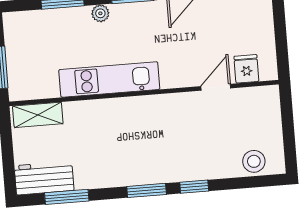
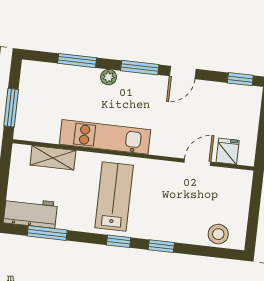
shelving: (38, 115) -> (53, 158), moved
lab bench: (132, 143) -> (114, 196), added
window: (147, 190) -> (119, 241), width x0.67

